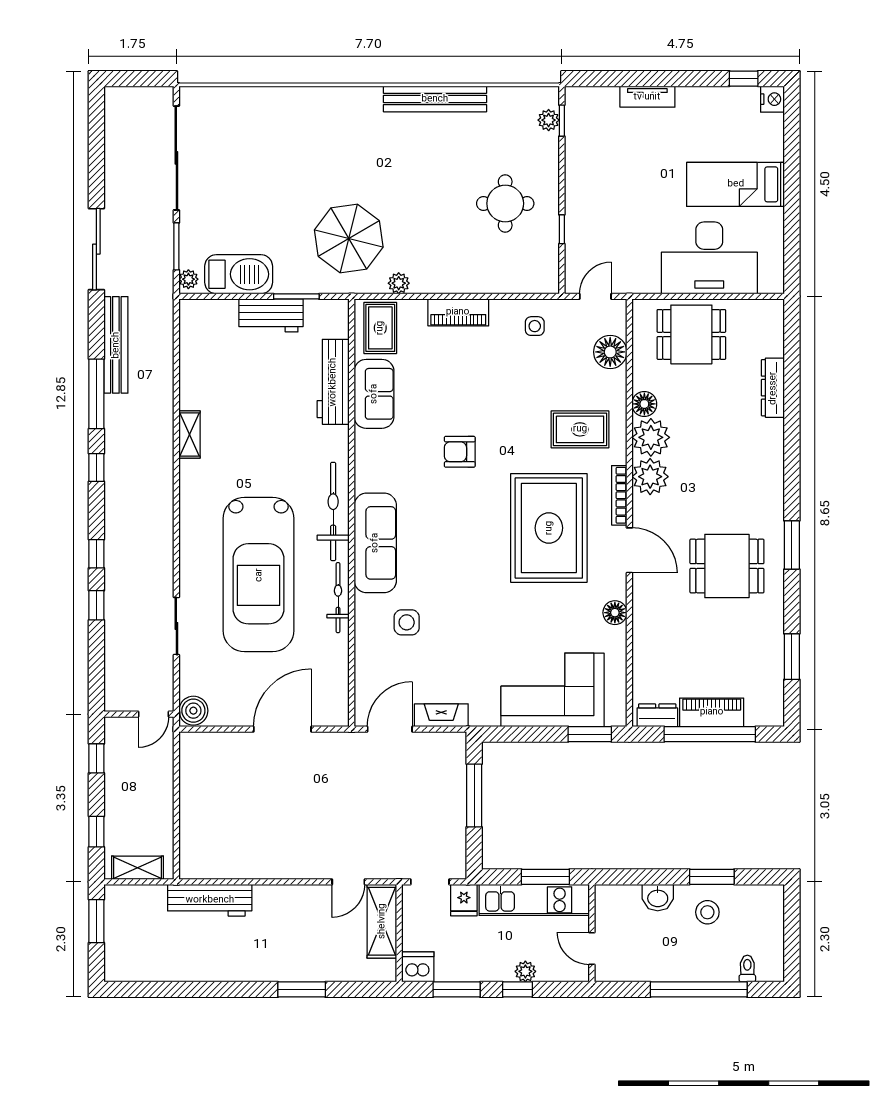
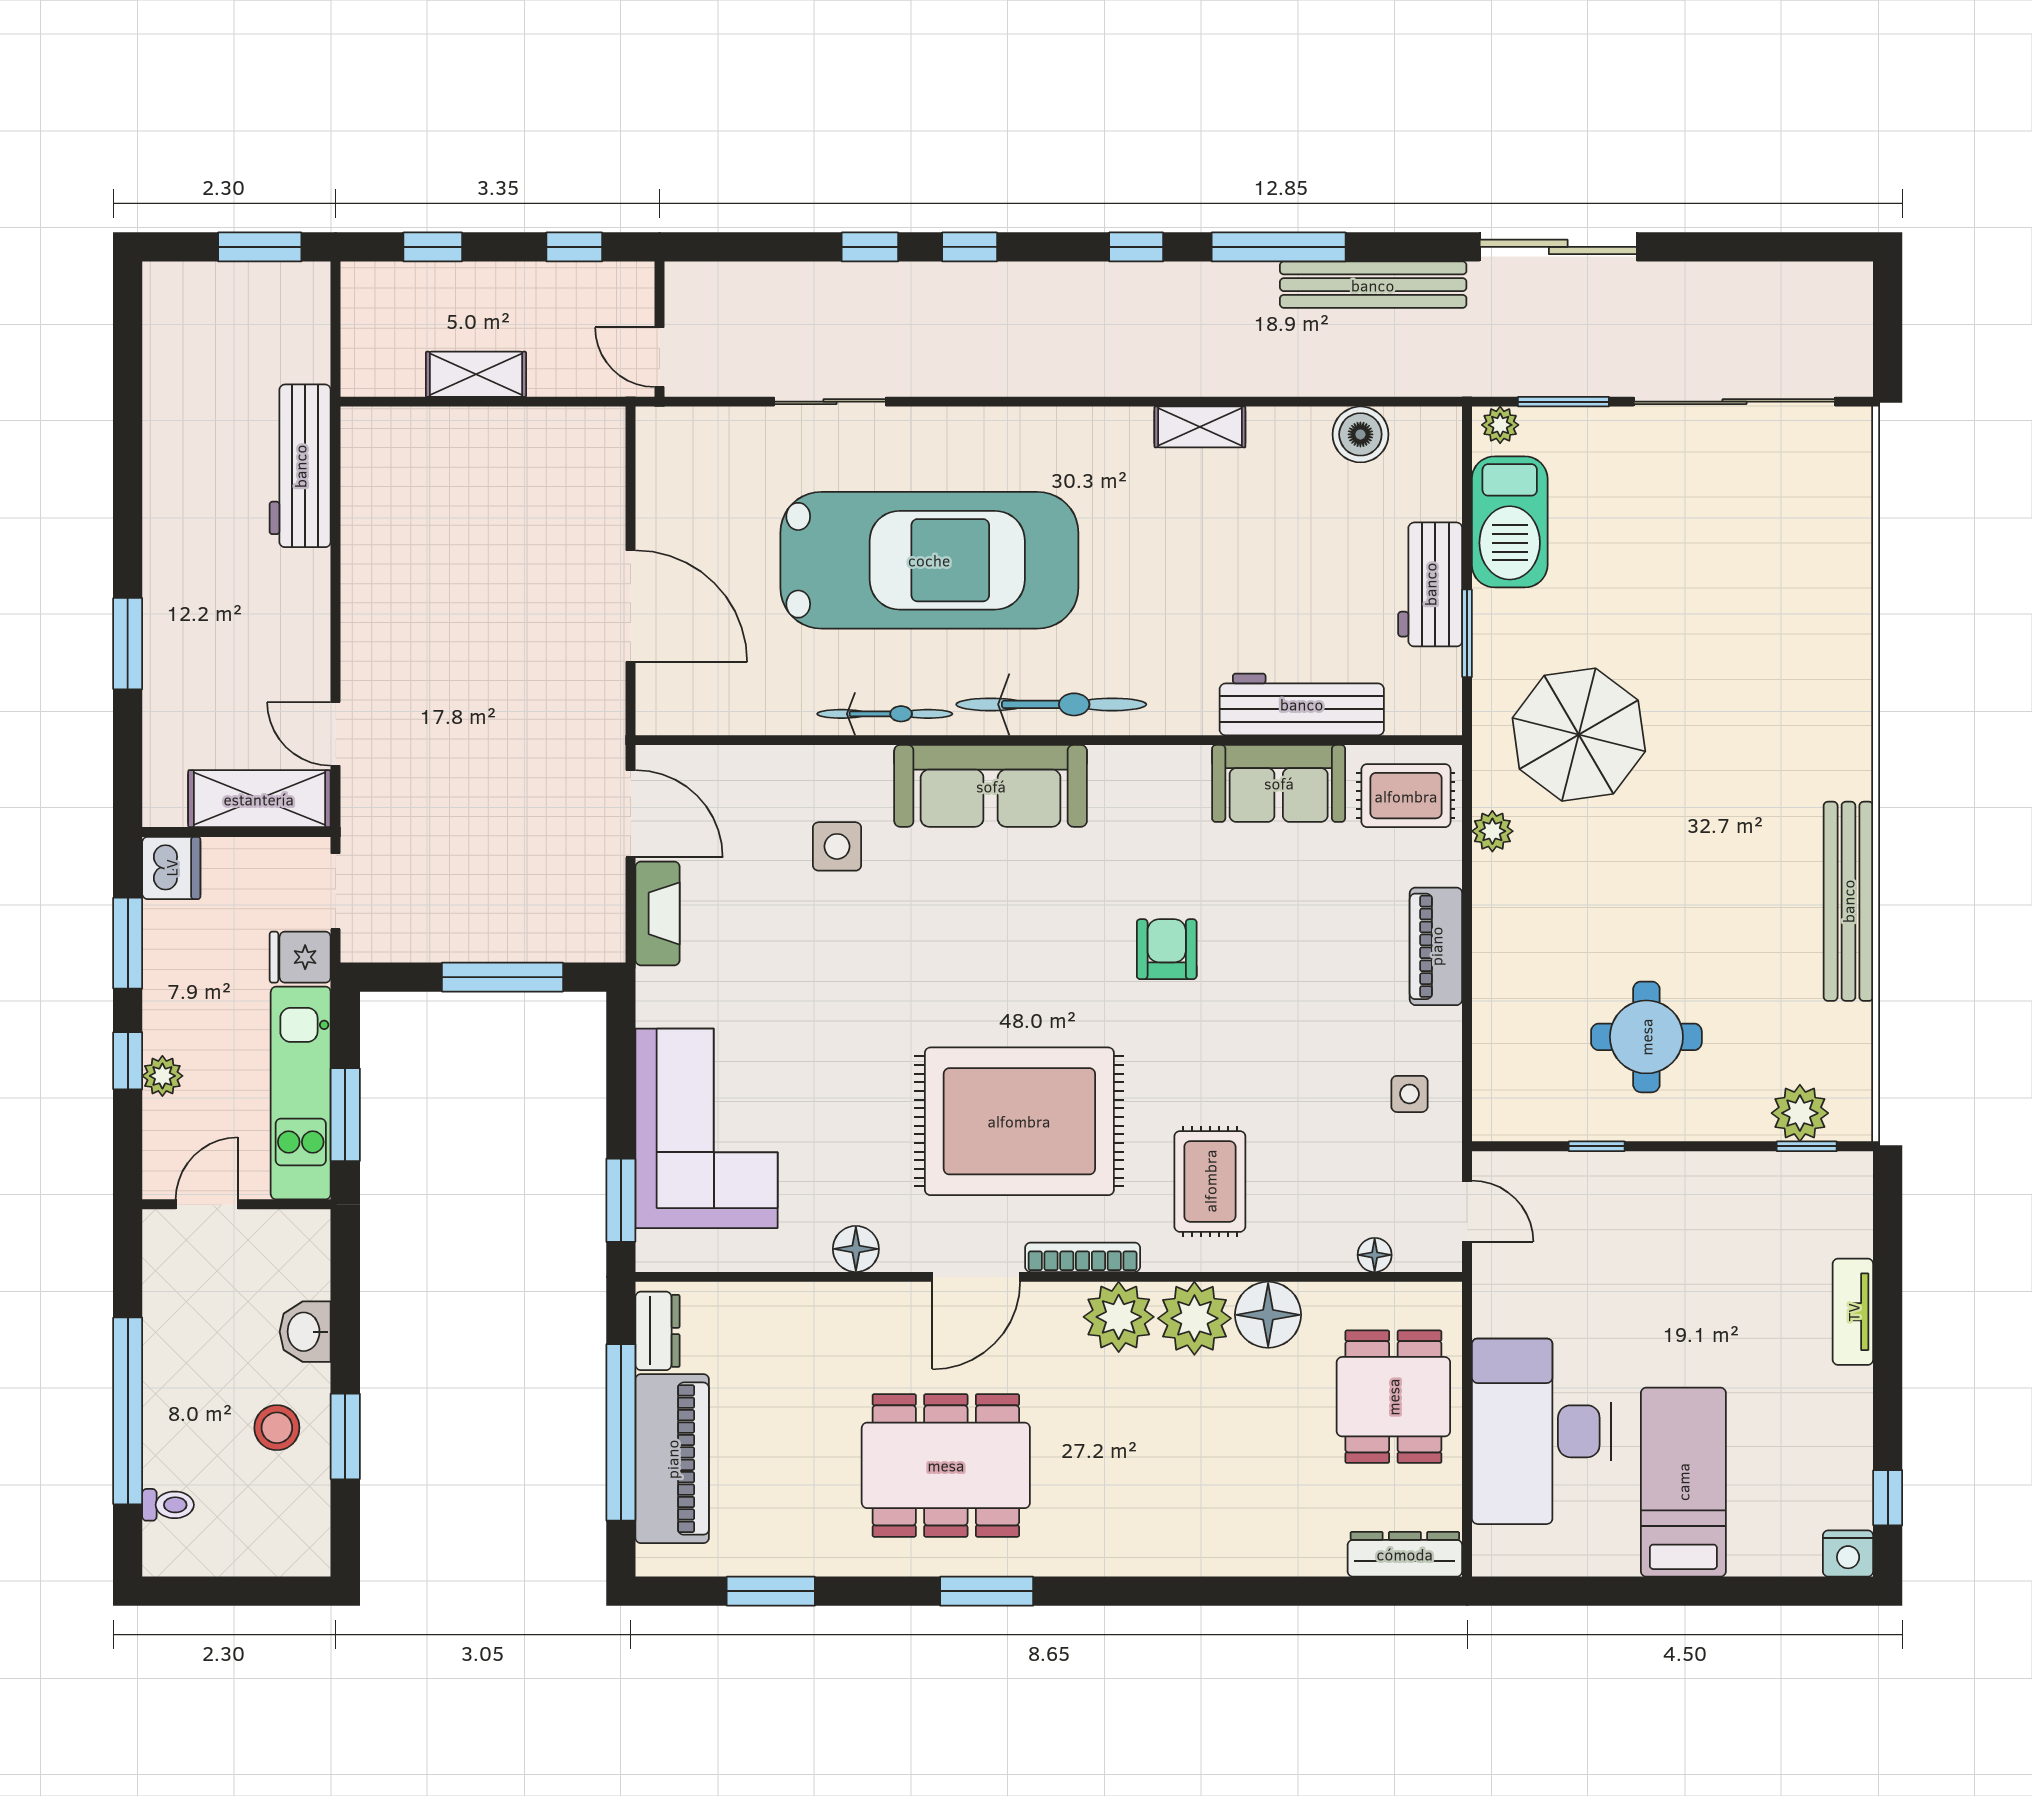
plant: (549, 120) -> (1800, 1113), width x1.38, depth x1.38
floor lamp: (610, 352) -> (1375, 1255), width x0.53, depth x0.53
dresser: (773, 388) -> (1405, 1554), moved
floor lamp: (644, 404) -> (1268, 1315), width x1.38, depth x1.38
dining table: (727, 566) -> (946, 1465), width x1.37
car: (259, 575) -> (929, 560), turned 180
boiler: (193, 711) -> (1360, 434), moved
piano: (712, 712) -> (672, 1459), width x1.37, depth x1.33
shelving: (137, 868) -> (476, 374), moved, turned 90

